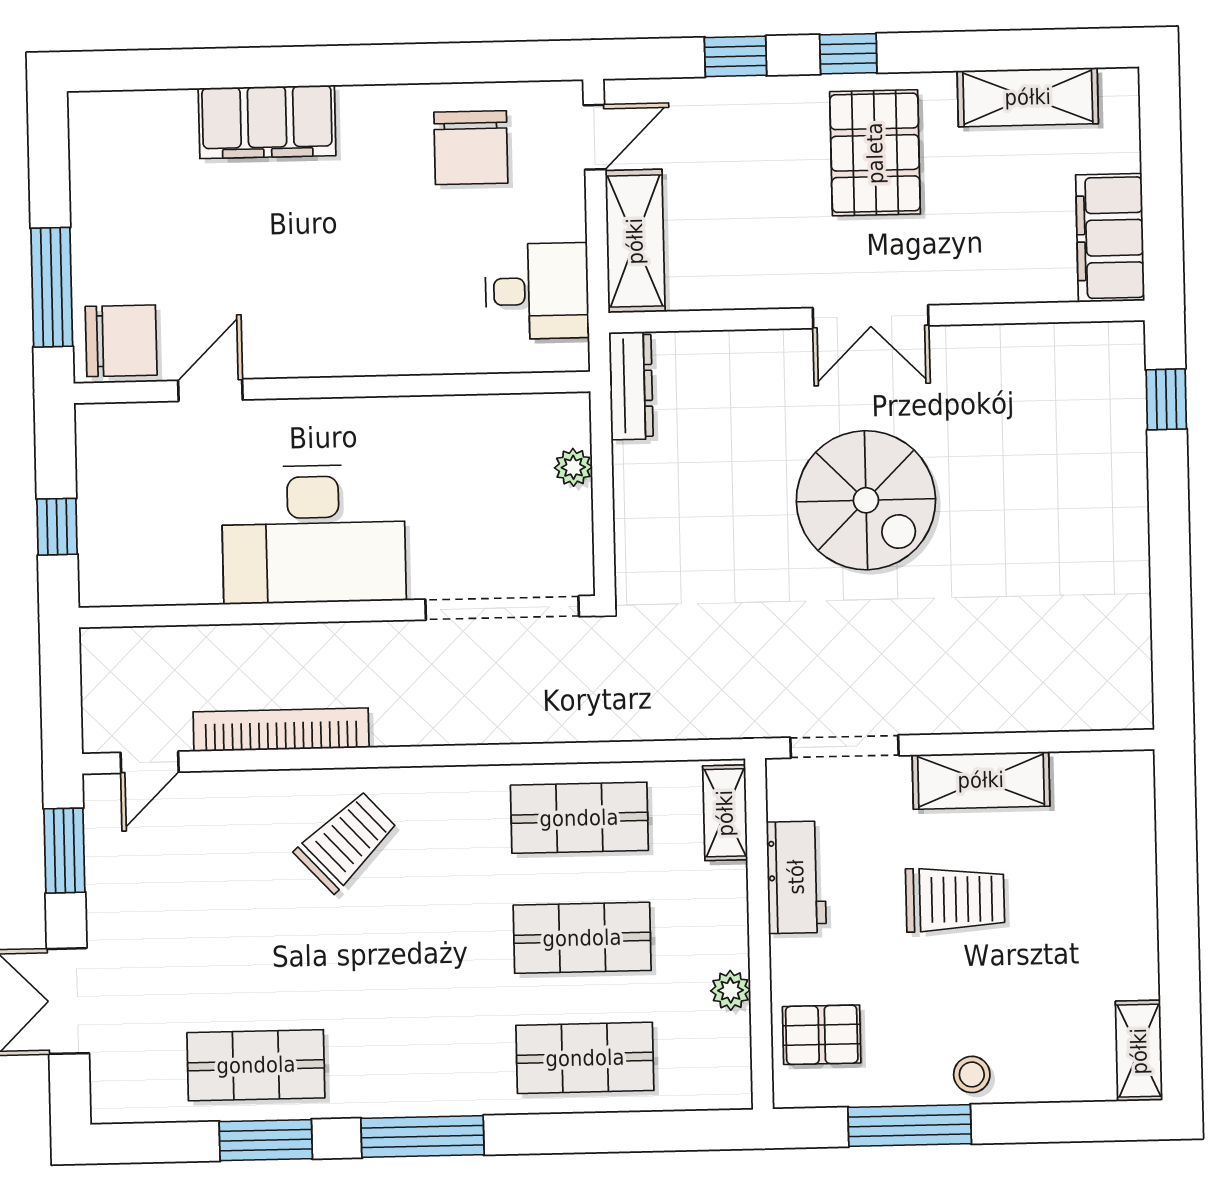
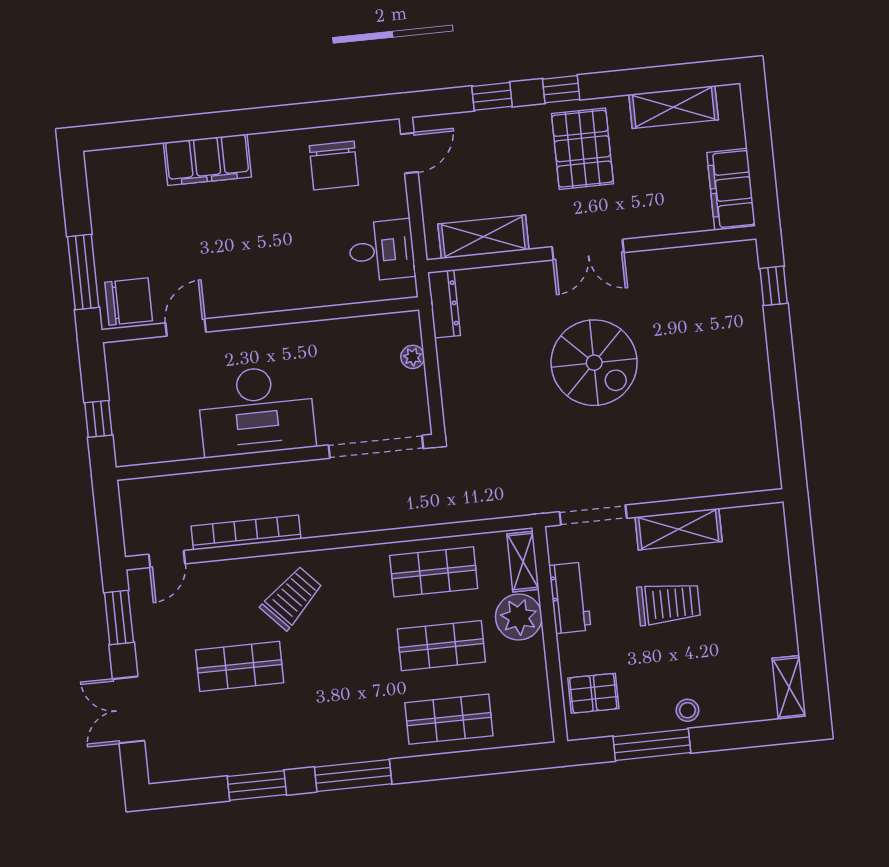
shelving: (635, 241) -> (483, 237), moved, turned 90
plant: (730, 990) -> (519, 617), moved, width x1.88, depth x1.88
shop shelf: (256, 1065) -> (240, 666), moved

